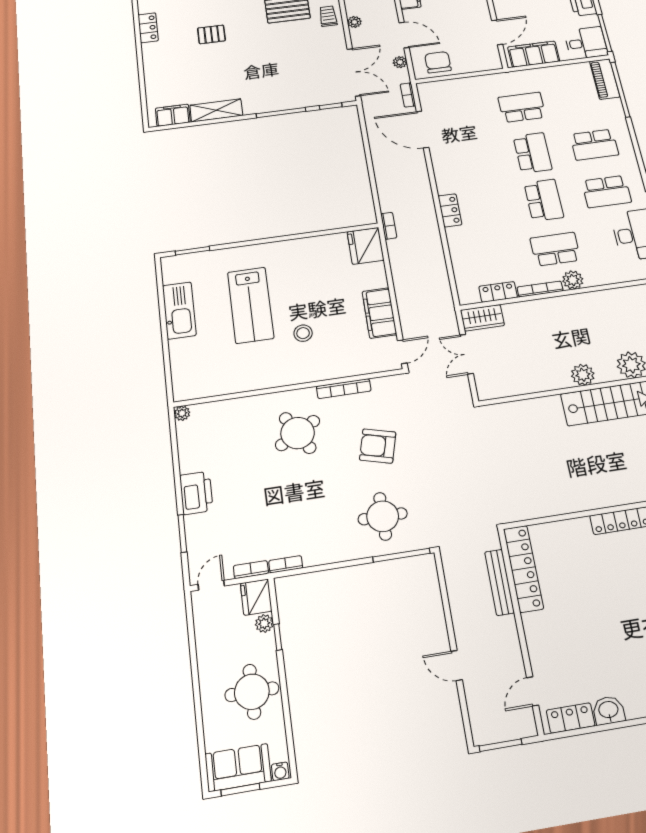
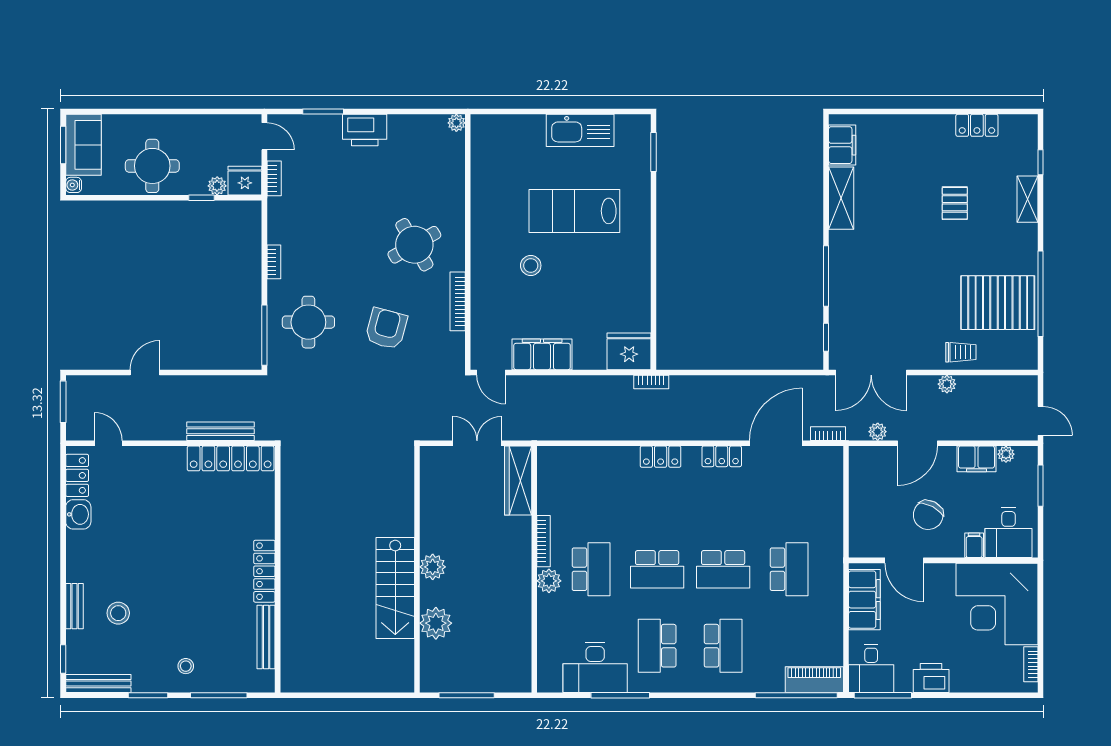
chair: (438, 62) -> (928, 515), moved, turned 118
school desk: (594, 145) -> (723, 646), turned 180
locker: (498, 292) -> (722, 456), moved, turned 90
wardrobe: (482, 318) -> (518, 481), width x1.50
bookcase: (286, 564) -> (274, 262), moved

